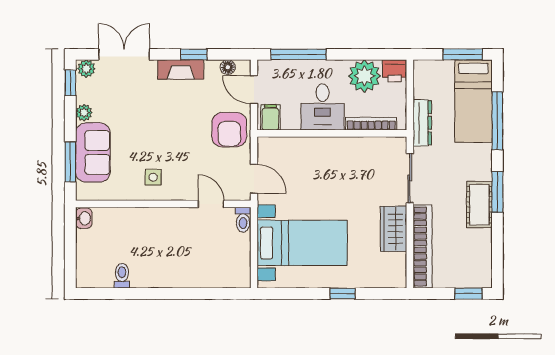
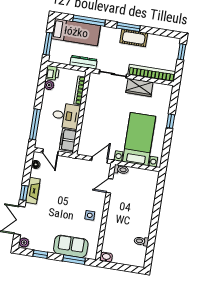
window: (194, 54) -> (24, 193), moved
window: (463, 54) -> (48, 44), moved
plant: (364, 76) -> (49, 85), width x0.53, depth x0.53
window: (70, 83) -> (40, 254), moved
door: (254, 90) -> (50, 152), hinge flipped
plant: (84, 113) -> (48, 248), removed
filing cabinet: (270, 117) -> (68, 140), width x2.00
armchair: (229, 130) -> (70, 169), removed

